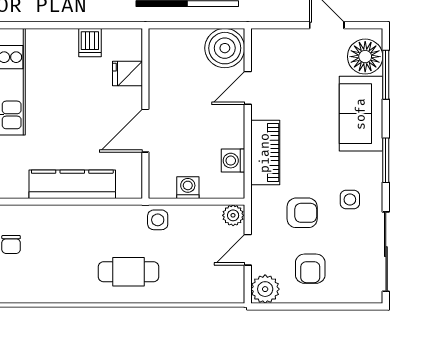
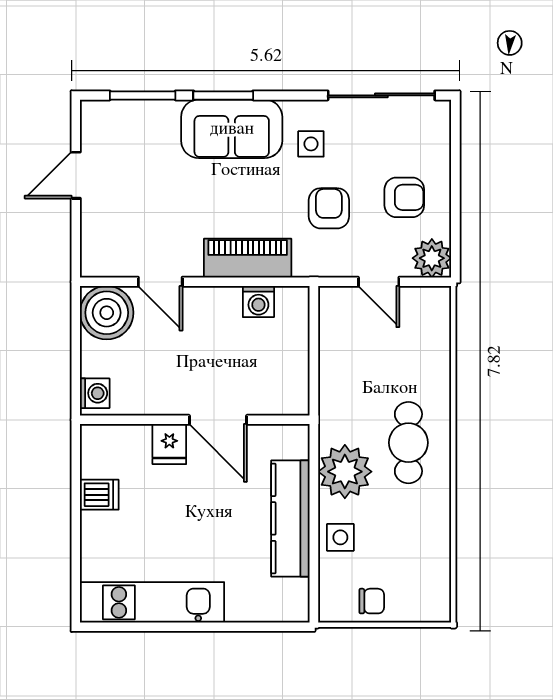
floor lamp: (365, 57) -> (118, 123), removed
fridge: (127, 74) -> (169, 444), moved
sofa: (361, 114) -> (232, 129), moved
window: (386, 160) -> (223, 95), moved
washing machine: (188, 188) -> (95, 393), moved, turned 180
plant: (233, 215) -> (345, 472), moved, width x1.88, depth x1.88
side table: (158, 220) -> (340, 537), moved

